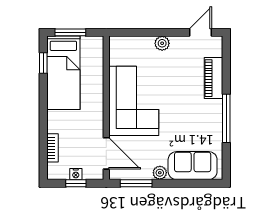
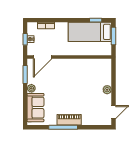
door: (200, 32) -> (114, 112), hinge flipped
piano: (213, 78) -> (69, 120), moved
corner sofa: (134, 101) -> (73, 73), removed

